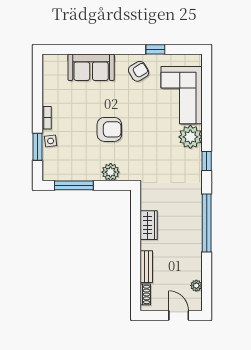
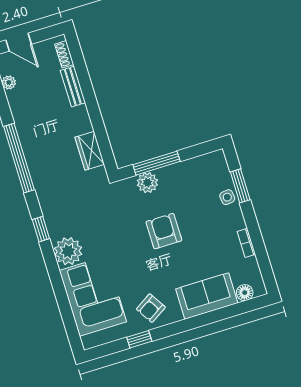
floor lamp: (60, 61) -> (245, 293), added
bookcase: (47, 118) -> (246, 243), moved
armchair: (109, 129) -> (164, 231), turned 90
window: (74, 185) -> (156, 163), moved
wardrobe: (149, 225) -> (90, 151), moved

